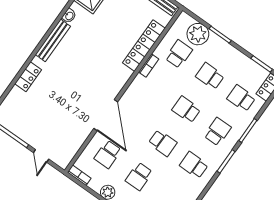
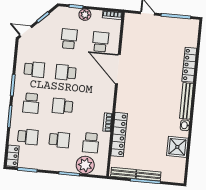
locker: (28, 77) -> (189, 65), width x1.53
school desk: (186, 110) -> (63, 106), turned 180

